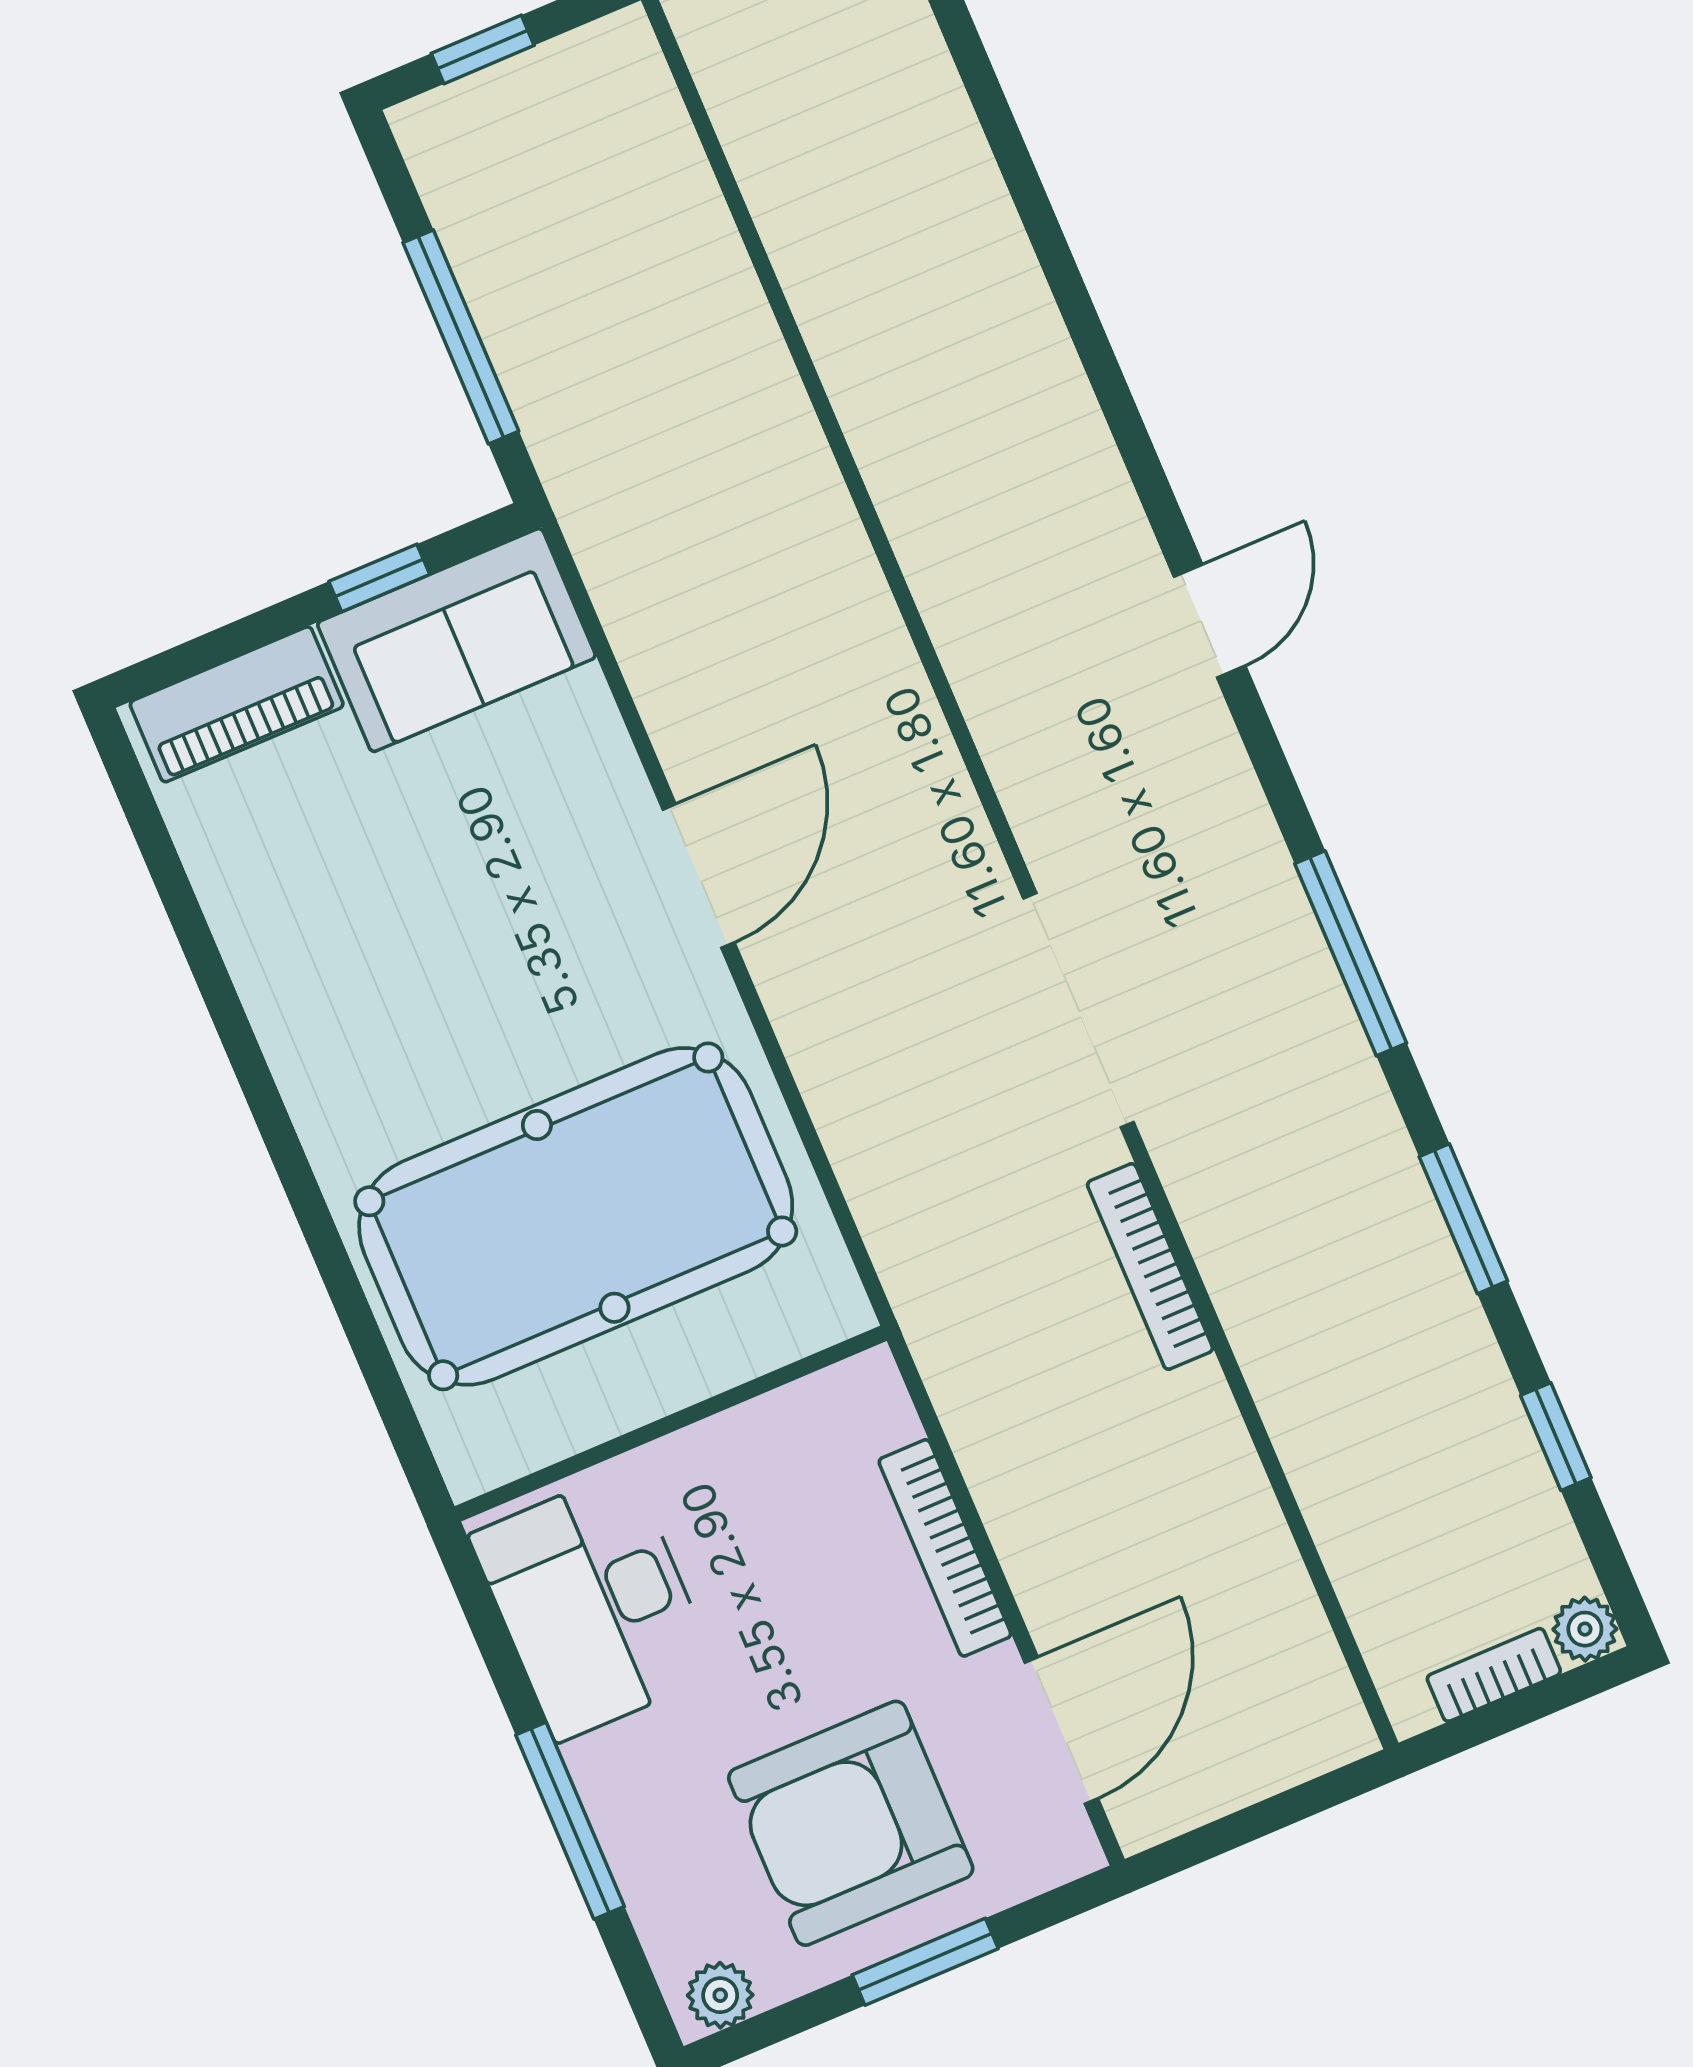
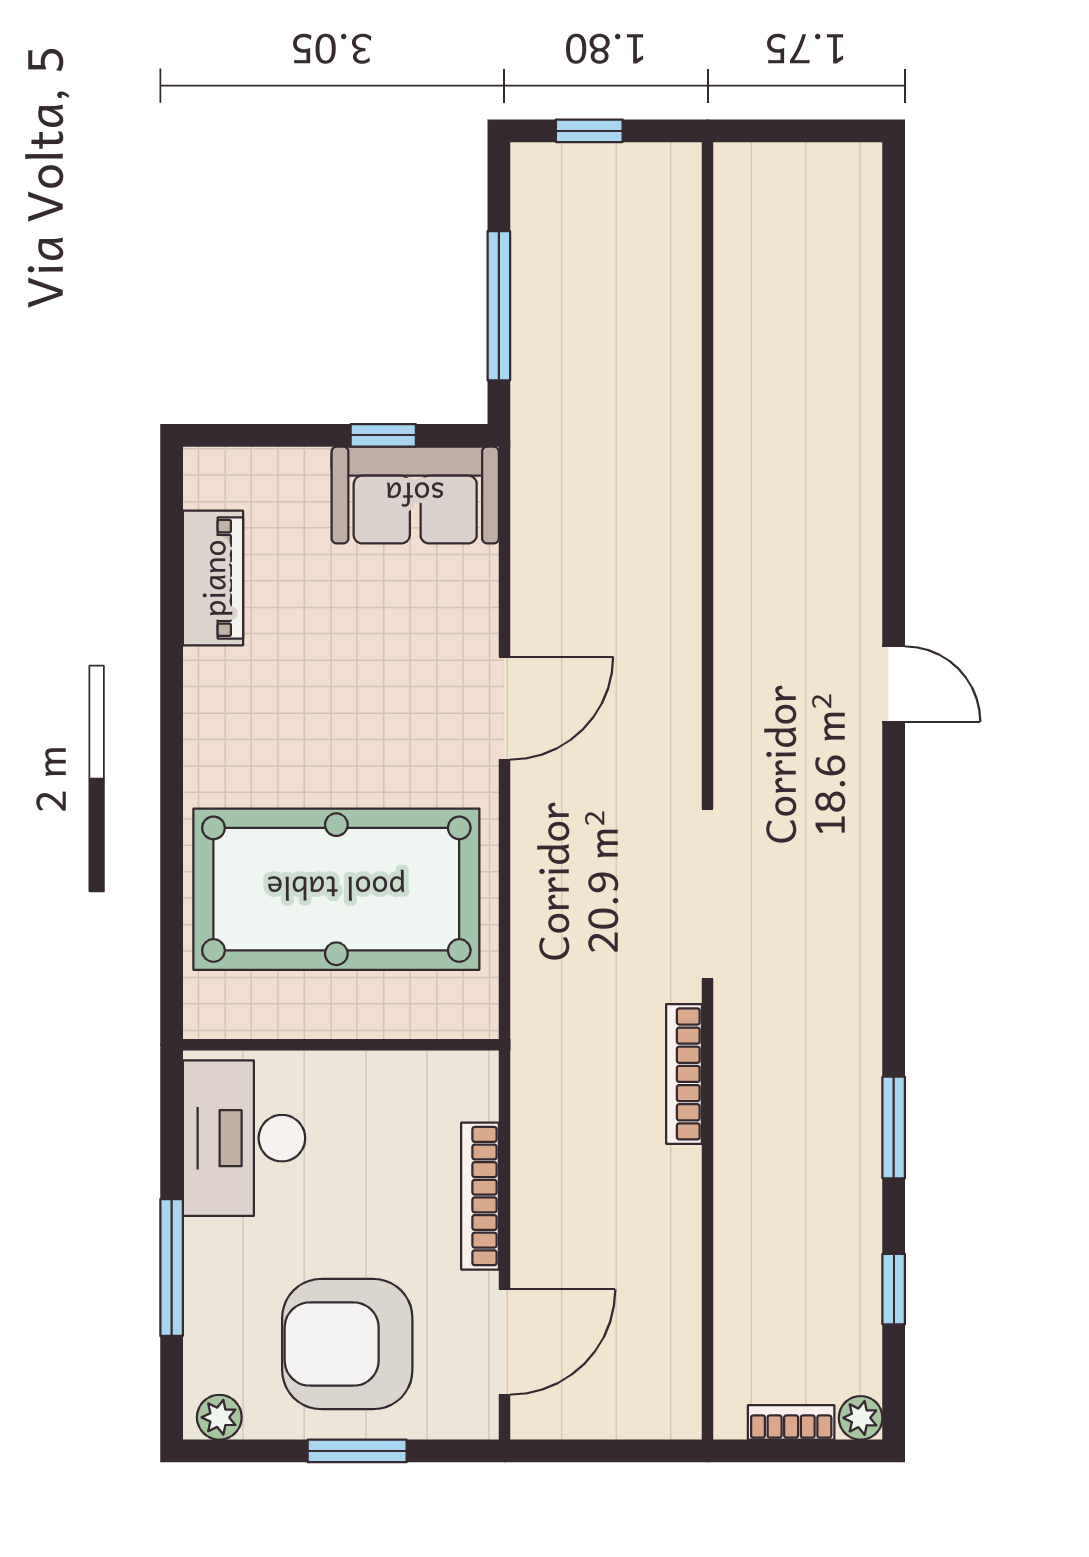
door: (1210, 621) -> (894, 684), hinge flipped
piano: (237, 704) -> (213, 578), moved, turned -90
window: (1351, 953) -> (894, 931), removed

